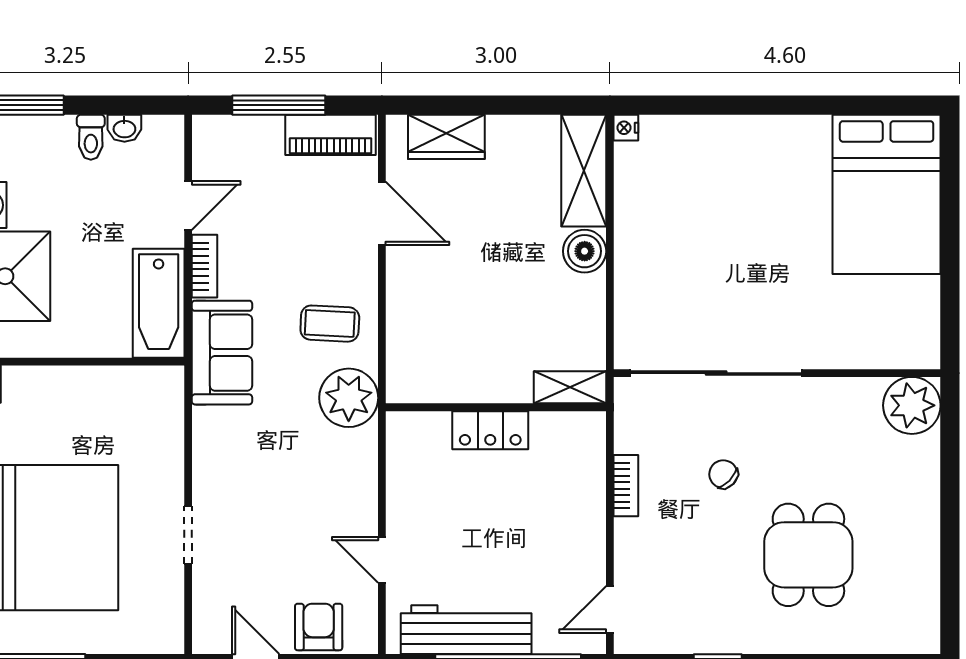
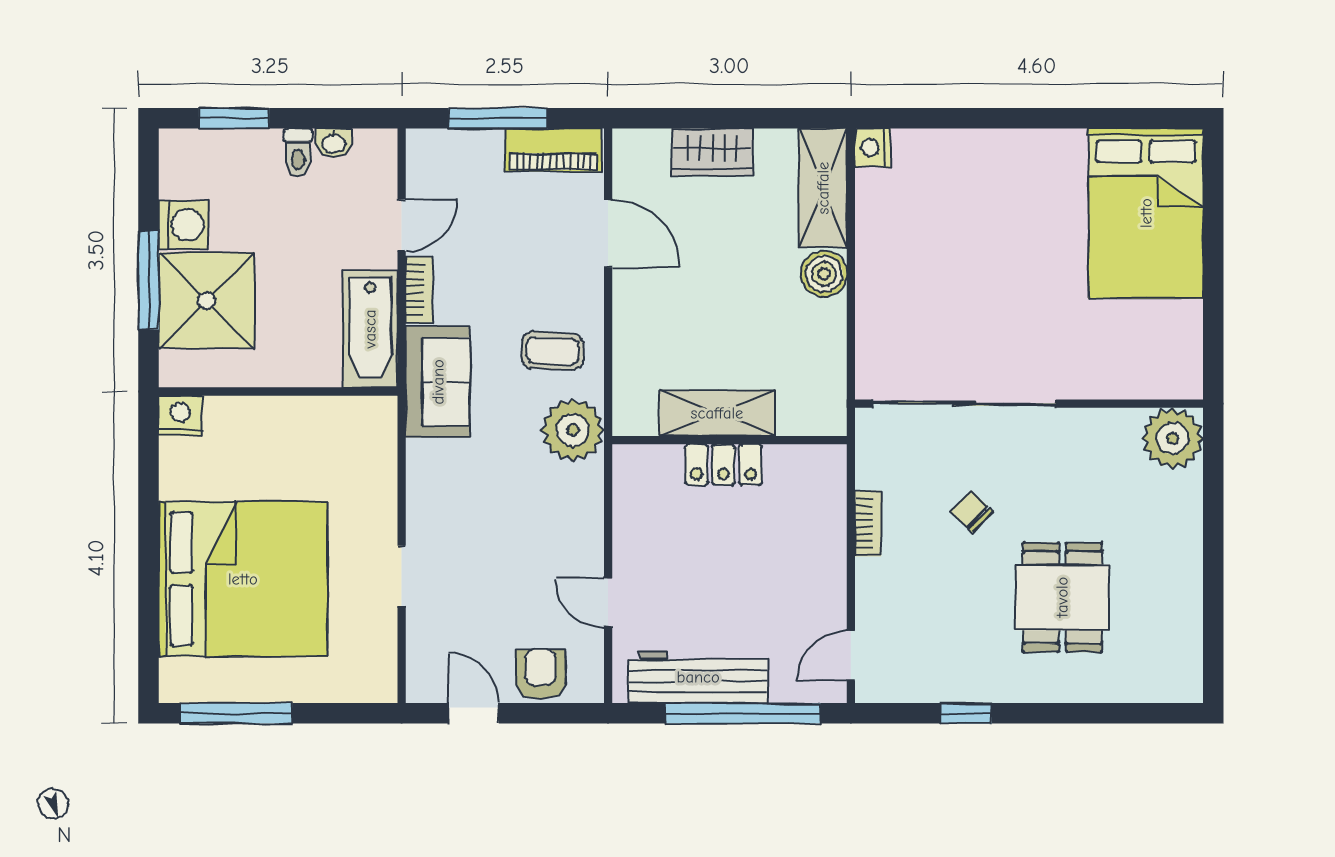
nightstand: (626, 128) -> (873, 148), width x1.39, depth x1.35
wardrobe: (446, 137) -> (712, 152), moved
shelving: (570, 387) -> (717, 413), moved, width x1.50, depth x1.33

